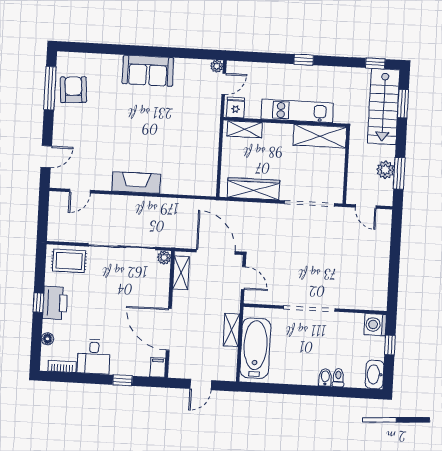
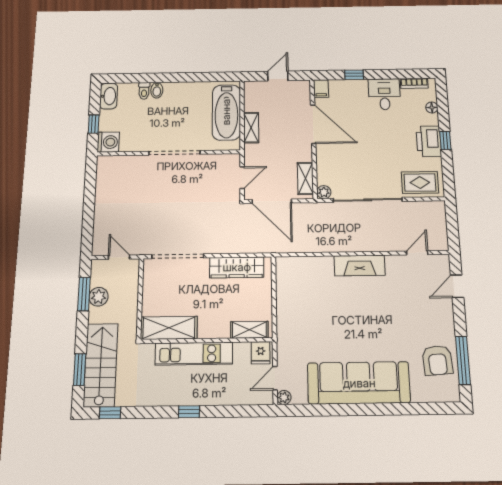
sofa: (148, 71) -> (359, 383), width x1.85, depth x1.27
door: (243, 278) -> (242, 178), swing flipped

